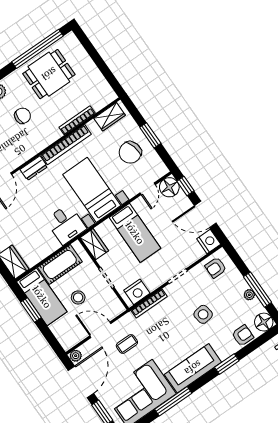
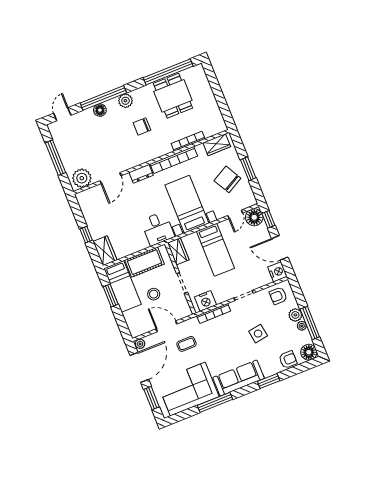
dining table: (49, 74) -> (173, 96), turned 90
chair: (22, 116) -> (142, 126), turned 180
chair: (130, 152) -> (227, 179), turned 76
plant: (239, 284) -> (295, 315), added

